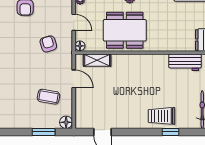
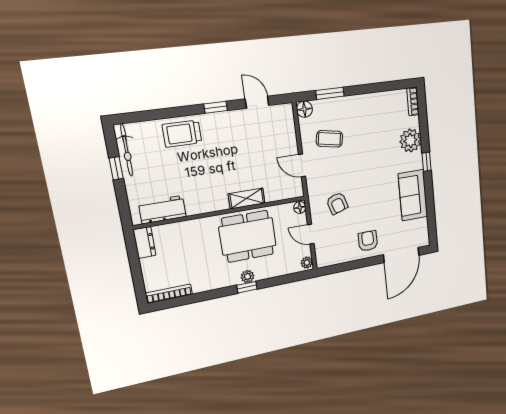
shelving: (97, 60) -> (247, 198), moved
trolley: (162, 116) -> (182, 134), turned 180
window: (170, 132) -> (216, 107), moved

